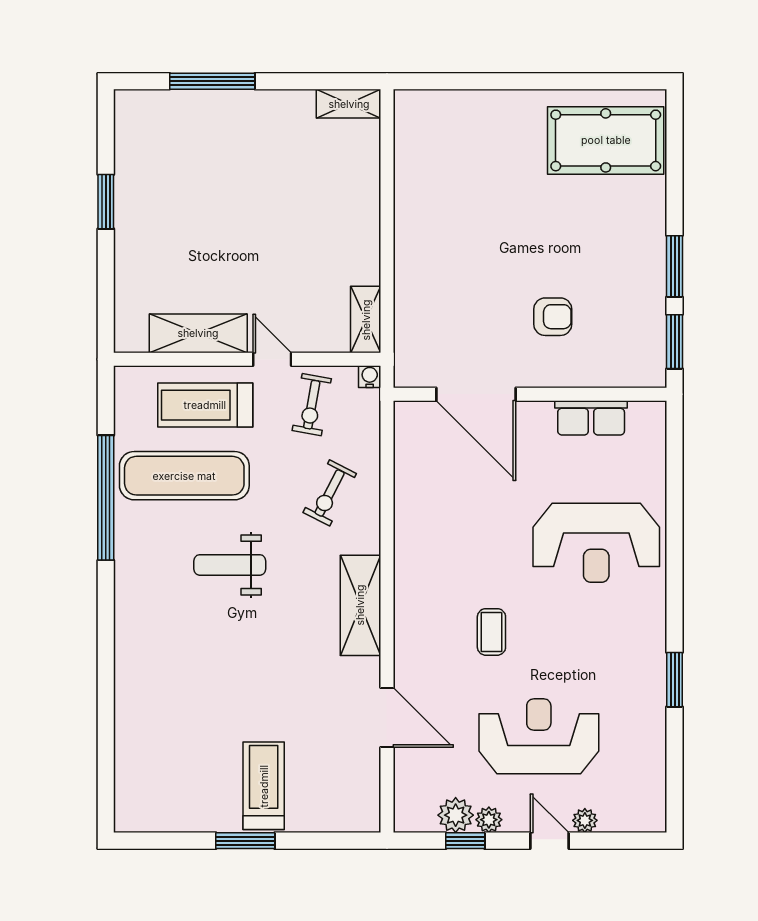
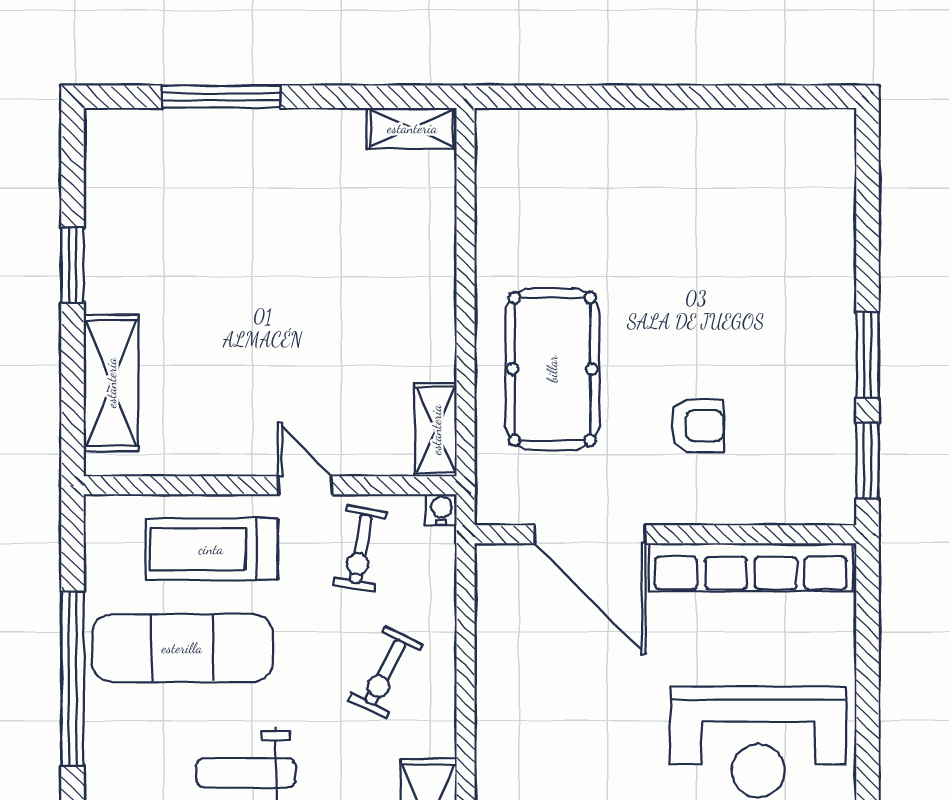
pool table: (606, 140) -> (552, 369), moved, turned 90
shelving: (198, 333) -> (111, 383), moved, turned 90
row of seats: (591, 418) -> (751, 567), width x2.02

